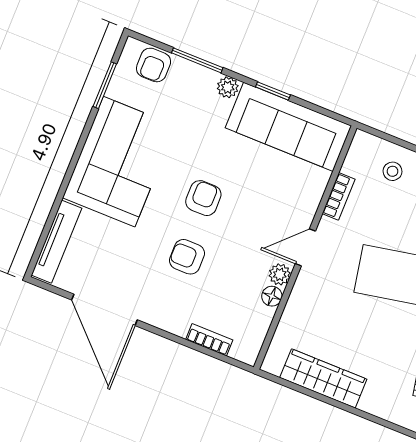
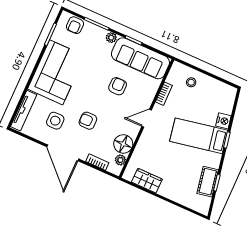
armchair: (203, 198) -> (118, 86), moved
side table: (121, 259) -> (55, 121), added
plant: (280, 274) -> (120, 160), moved
floor lamp: (272, 296) -> (123, 144), width x1.89, depth x1.89
door: (104, 310) -> (63, 153), moved
wardrobe: (323, 378) -> (147, 181), width x0.67

